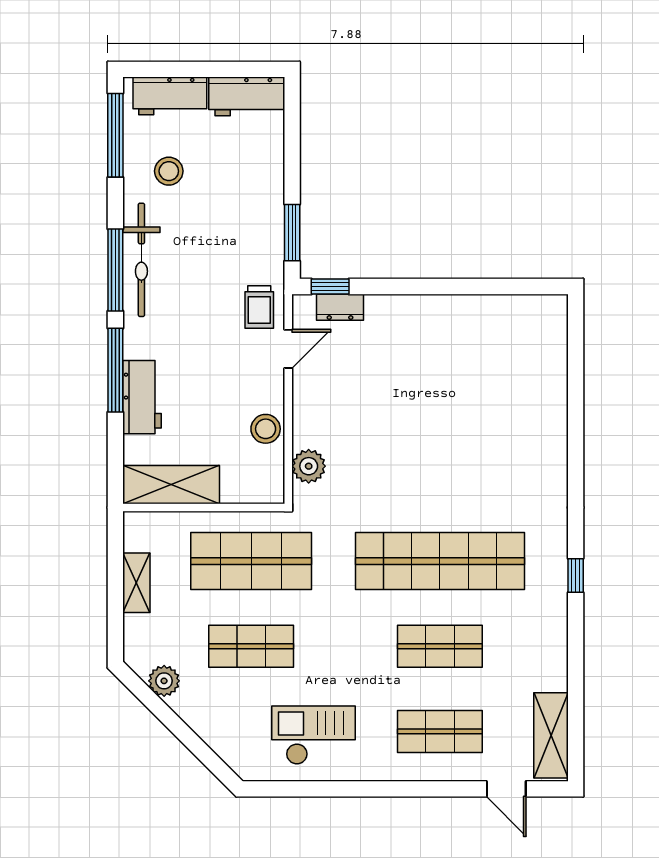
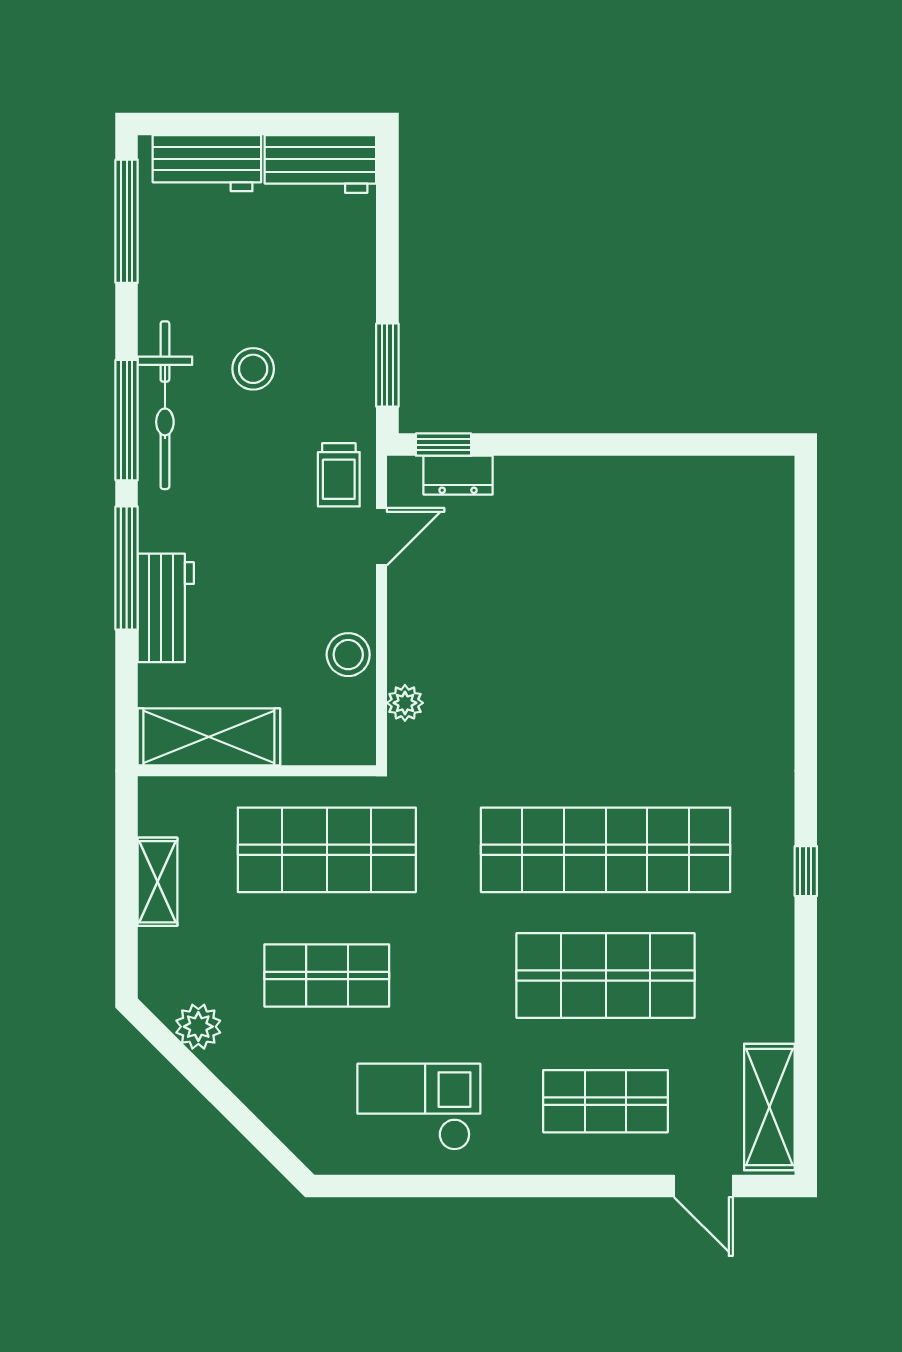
stool: (169, 171) -> (253, 369), moved
plant: (309, 466) -> (405, 703), width x0.73, depth x0.73
shop shelf: (440, 646) -> (606, 976), width x1.43, depth x1.36

